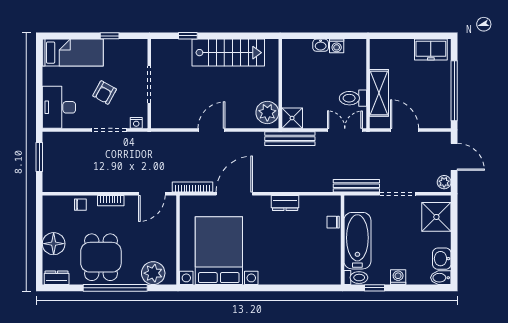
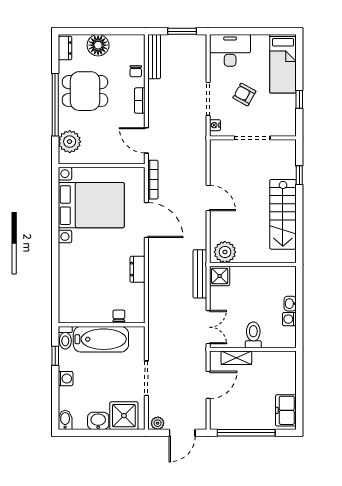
shelving: (379, 93) -> (236, 358), width x0.67, depth x0.75
toilet: (353, 98) -> (253, 335), moved
bench: (356, 186) -> (154, 57), moved
washbasin: (442, 259) -> (98, 421), moved

